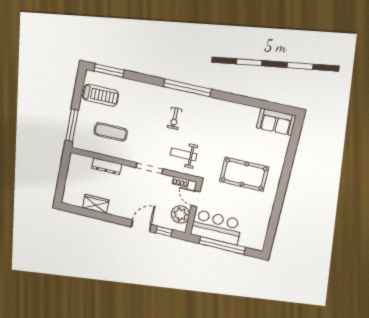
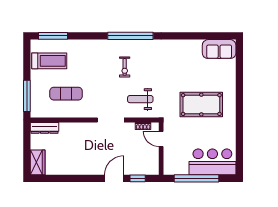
dresser: (107, 166) -> (44, 128), moved
wardrobe: (96, 204) -> (38, 162), moved, turned 90
plant: (180, 214) -> (150, 158), removed
bar counter: (216, 227) -> (212, 162), moved

